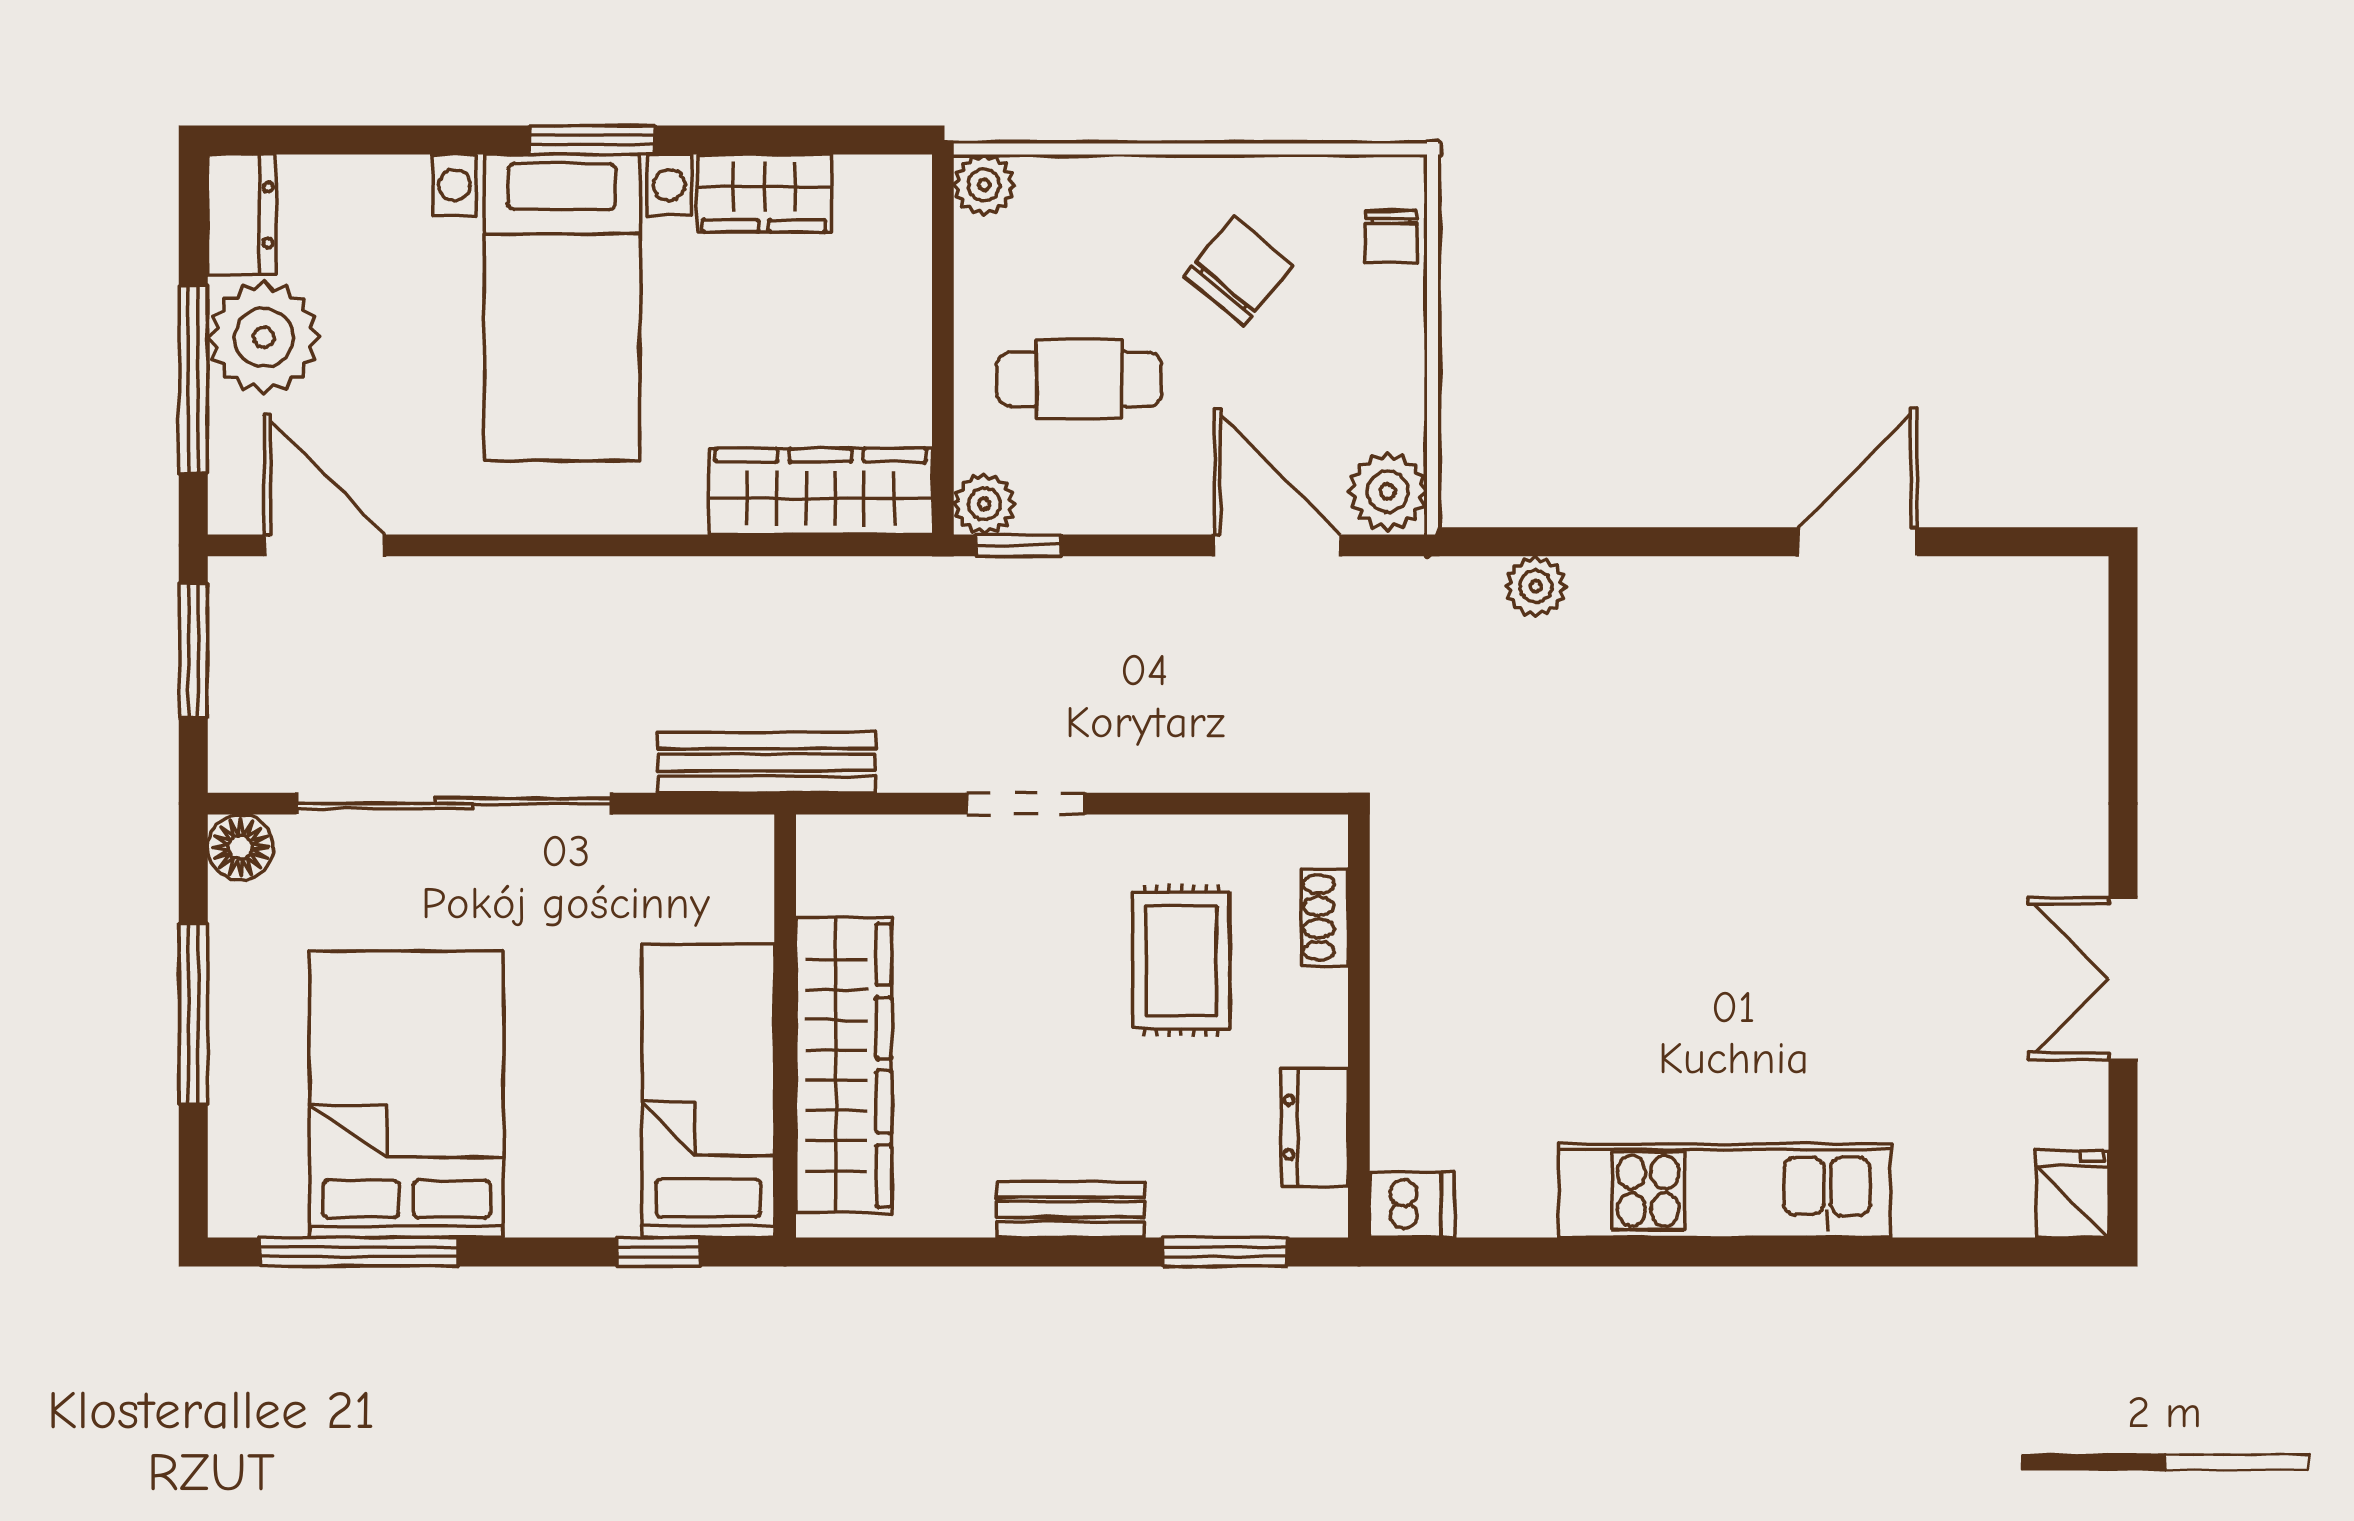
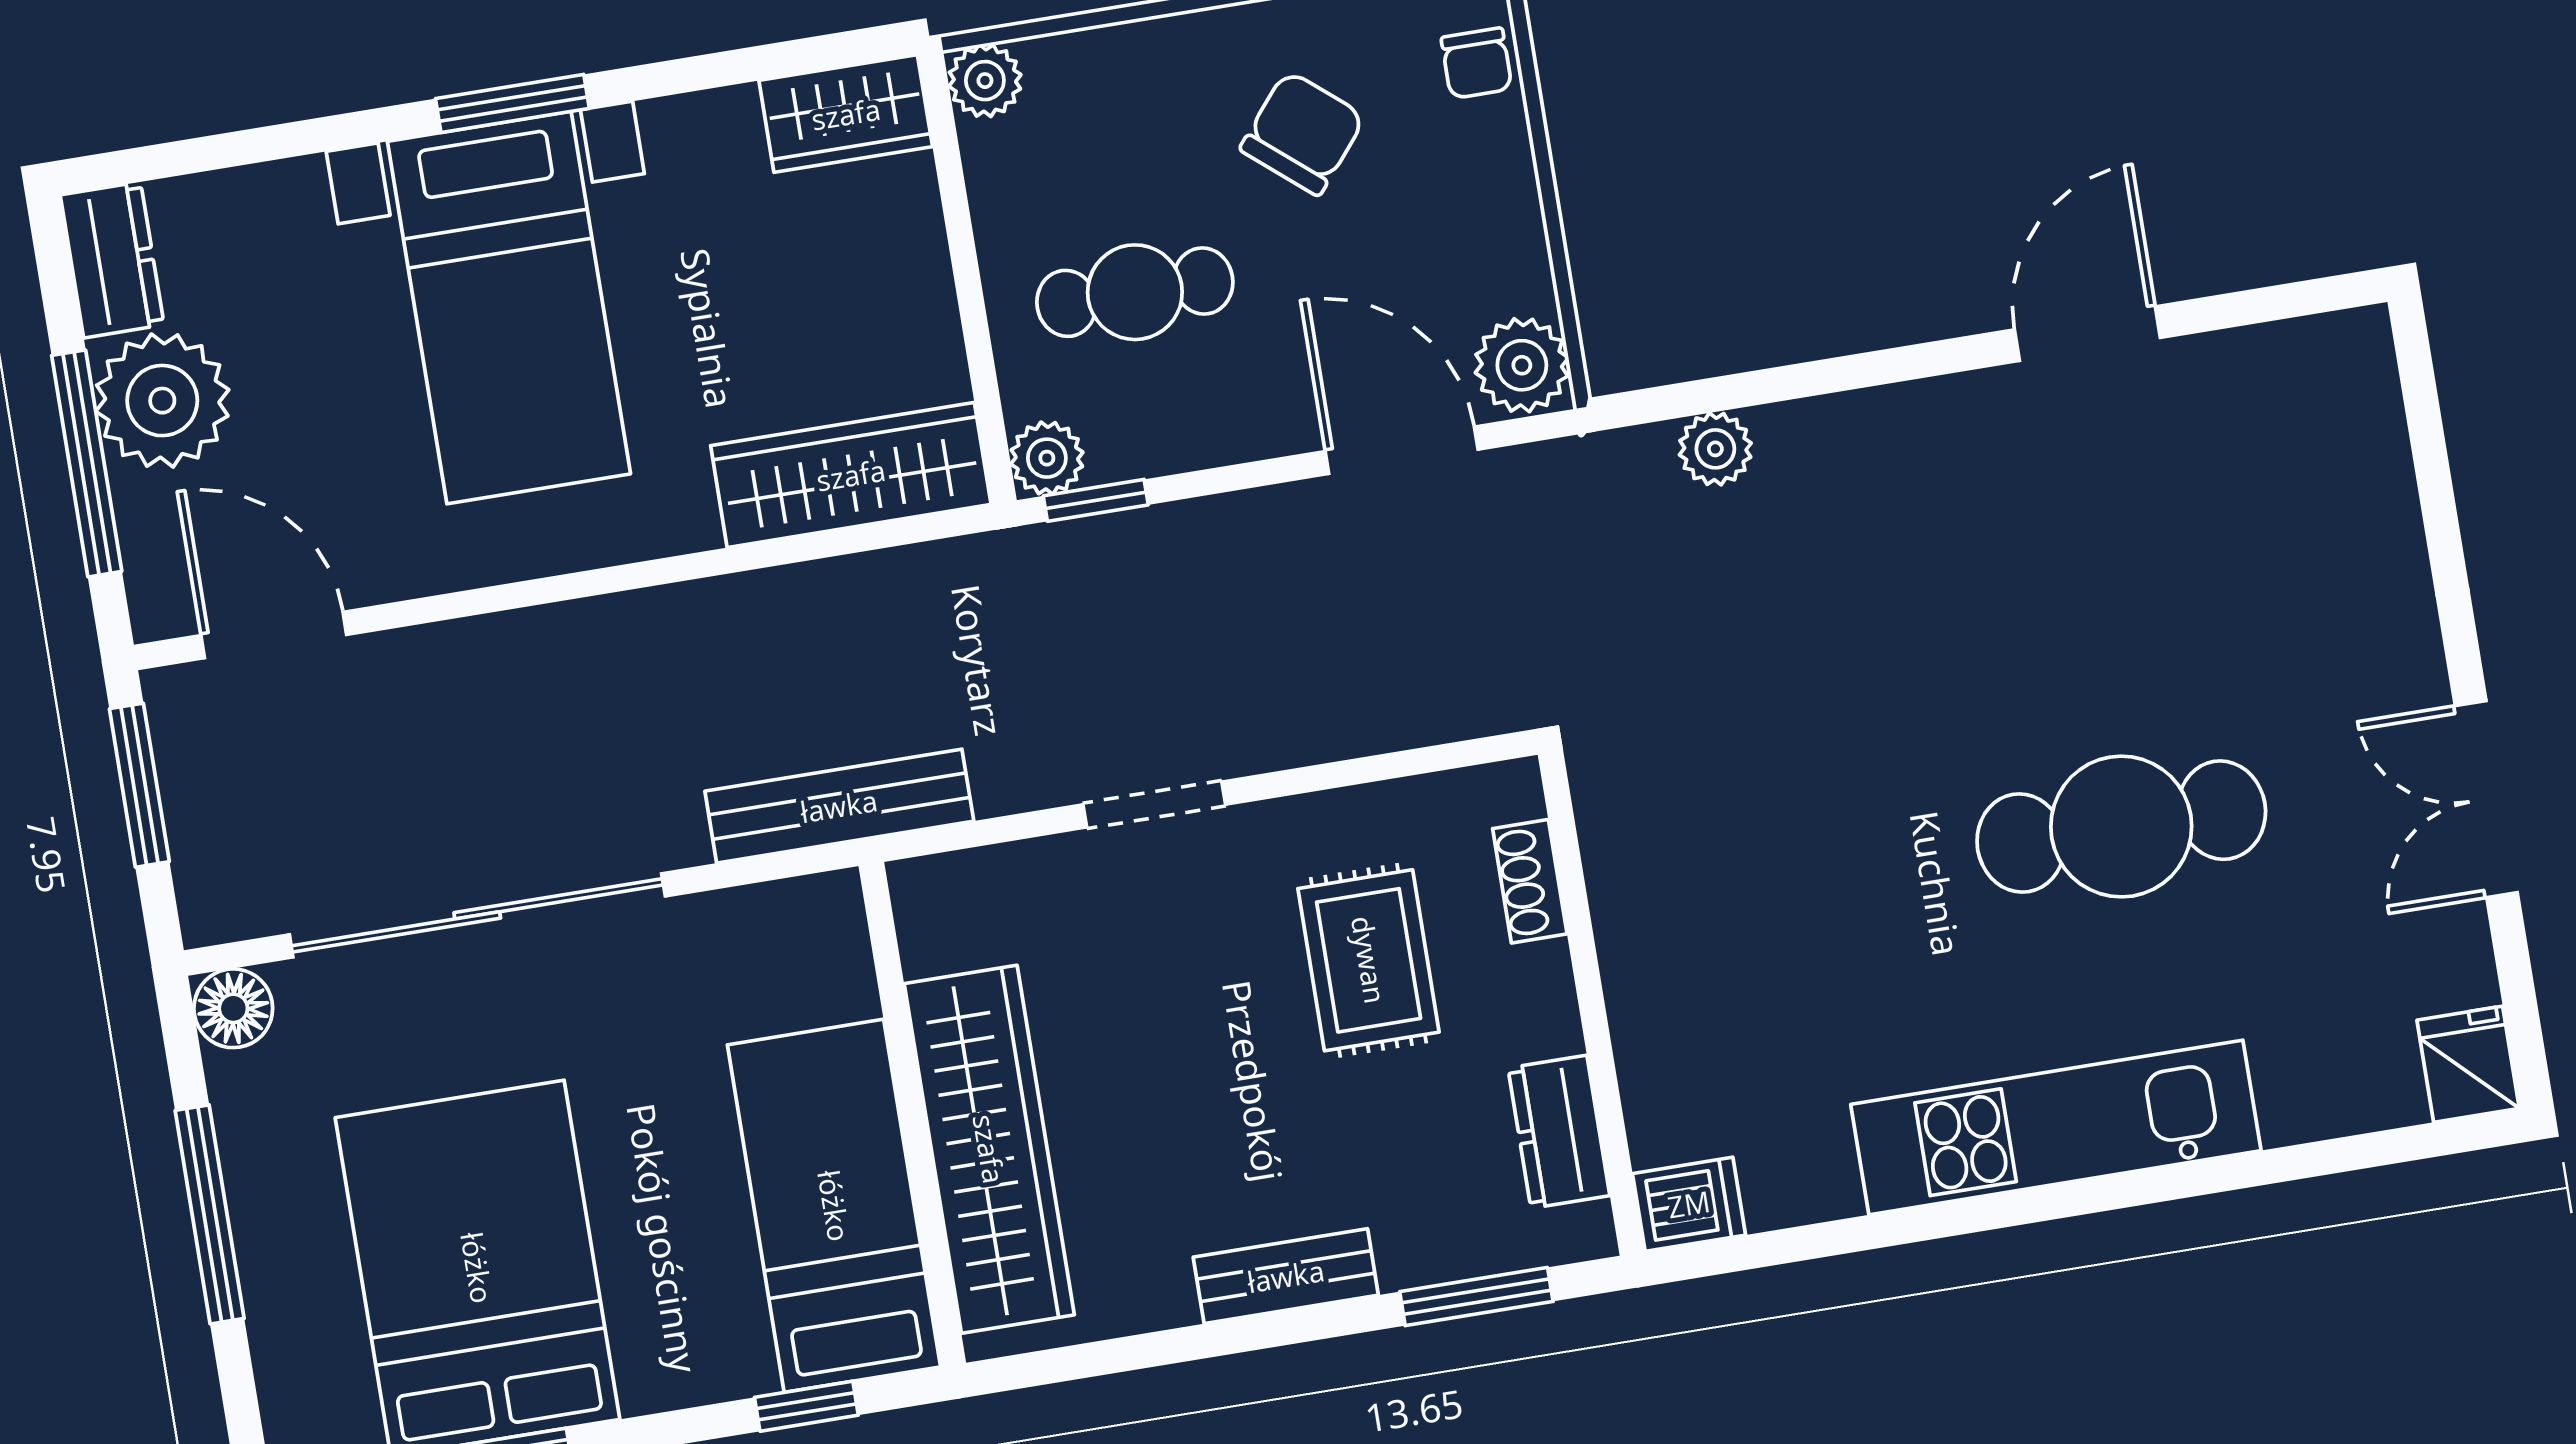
wardrobe: (764, 193) -> (846, 114), moved
cafe table: (1819, 952) -> (2121, 827), added

